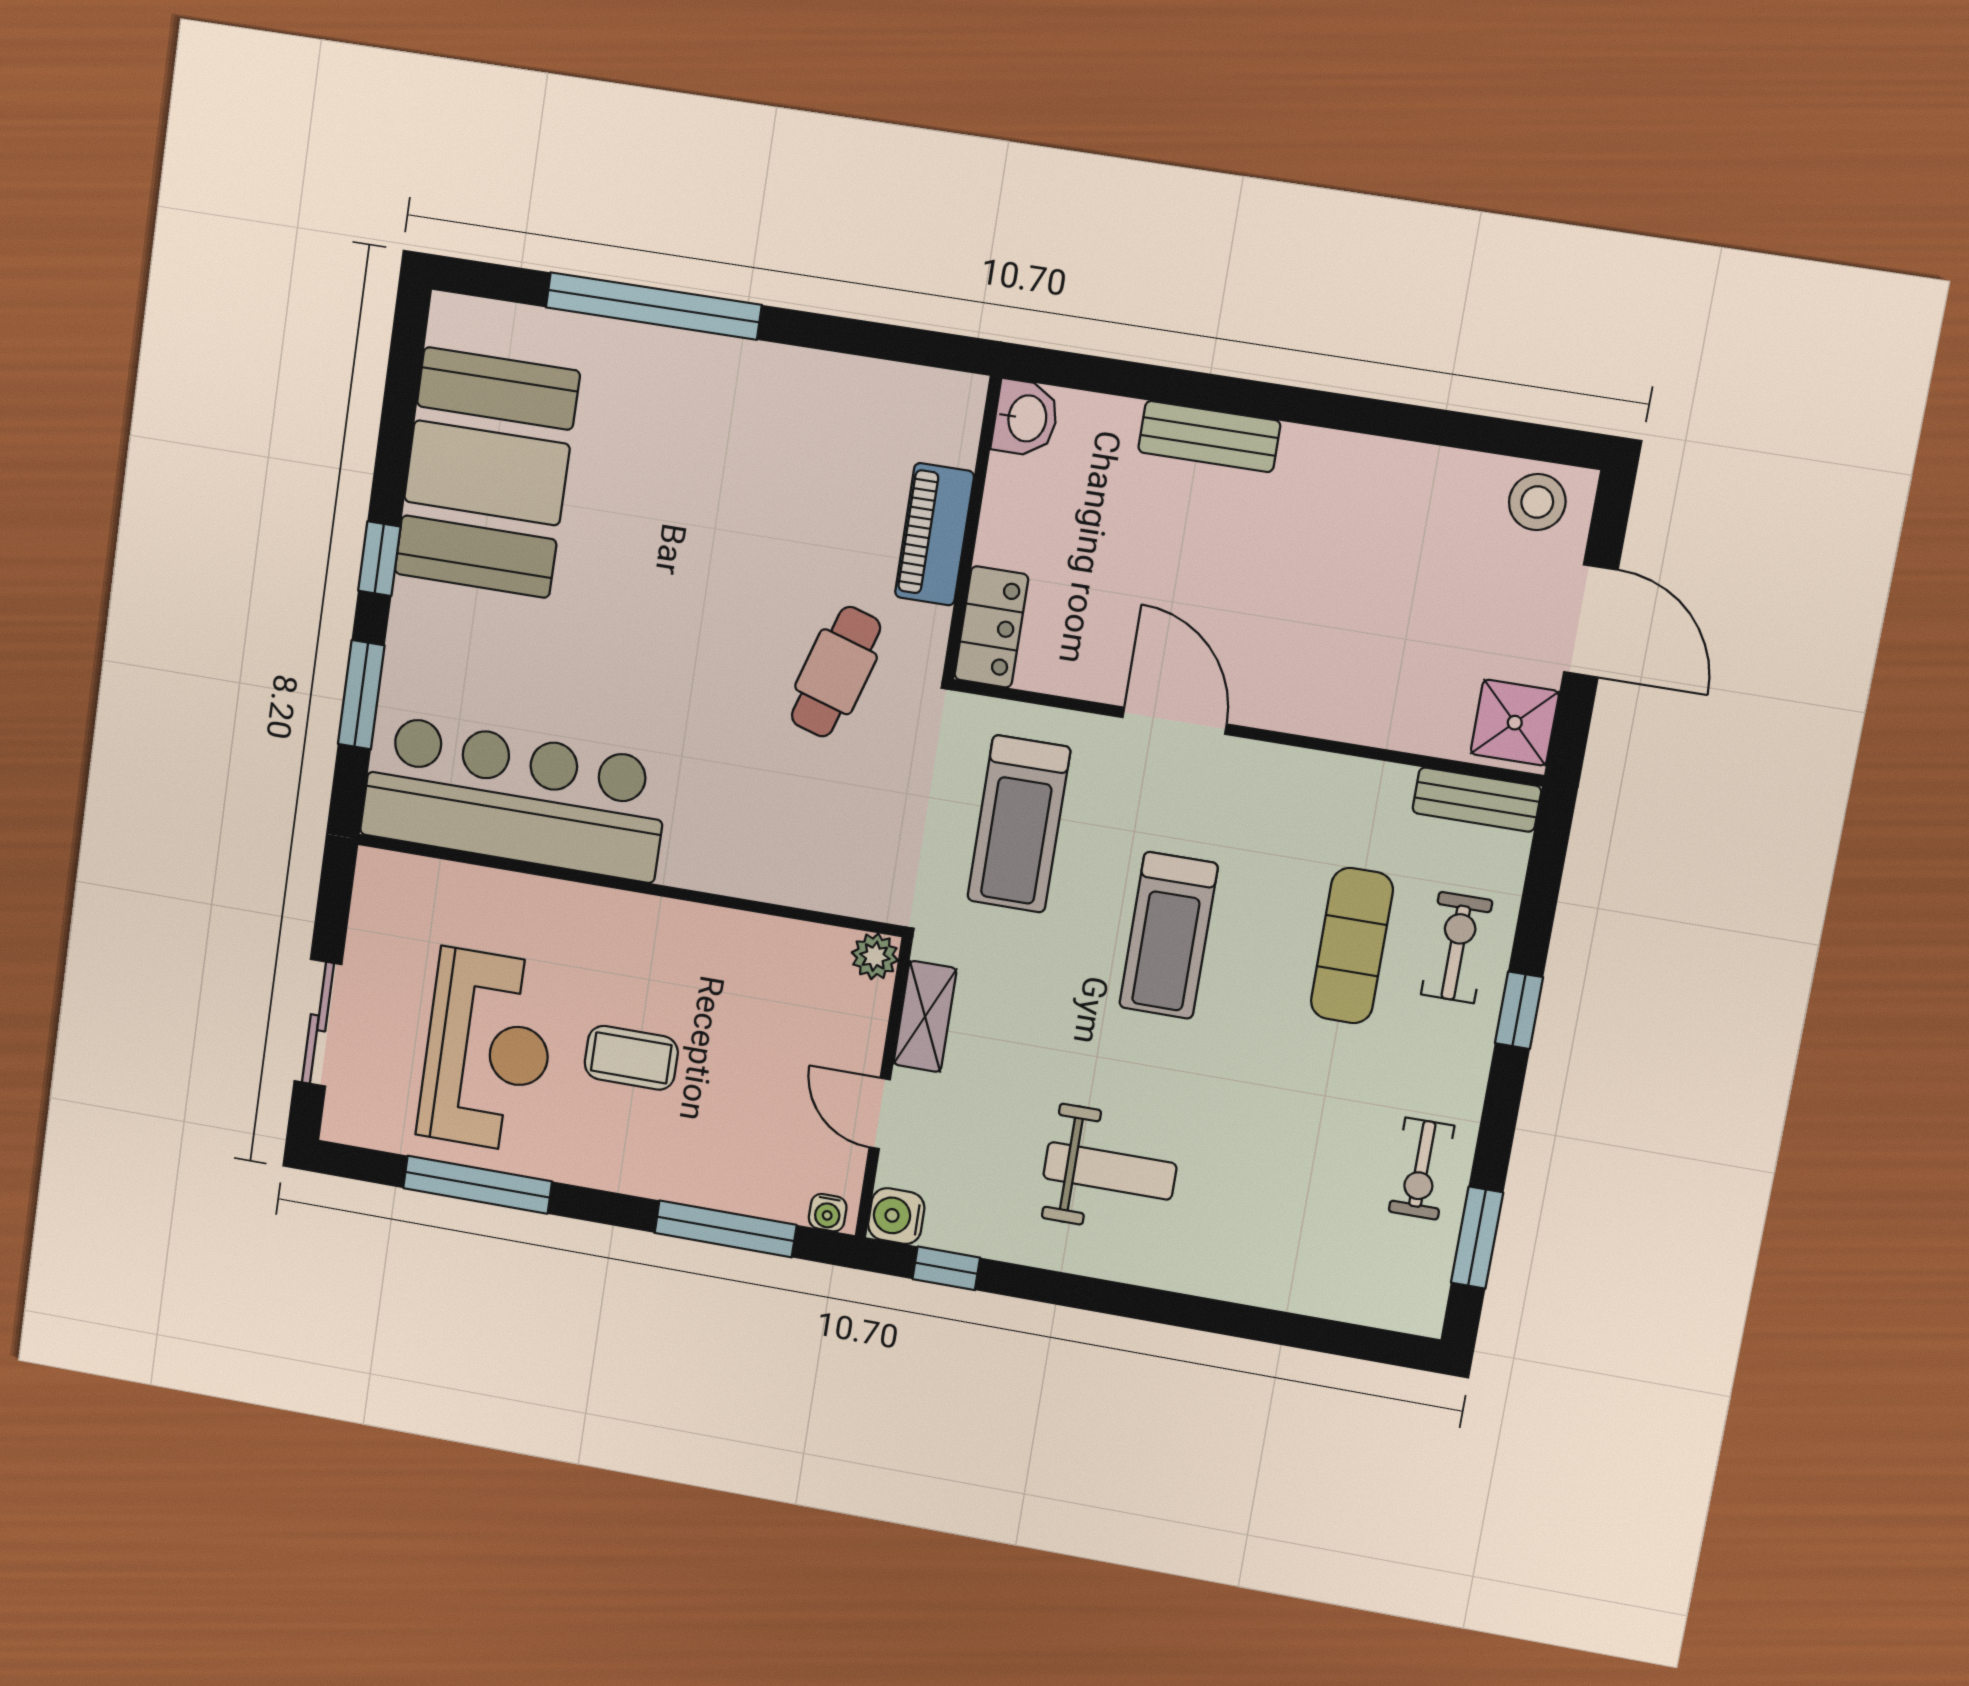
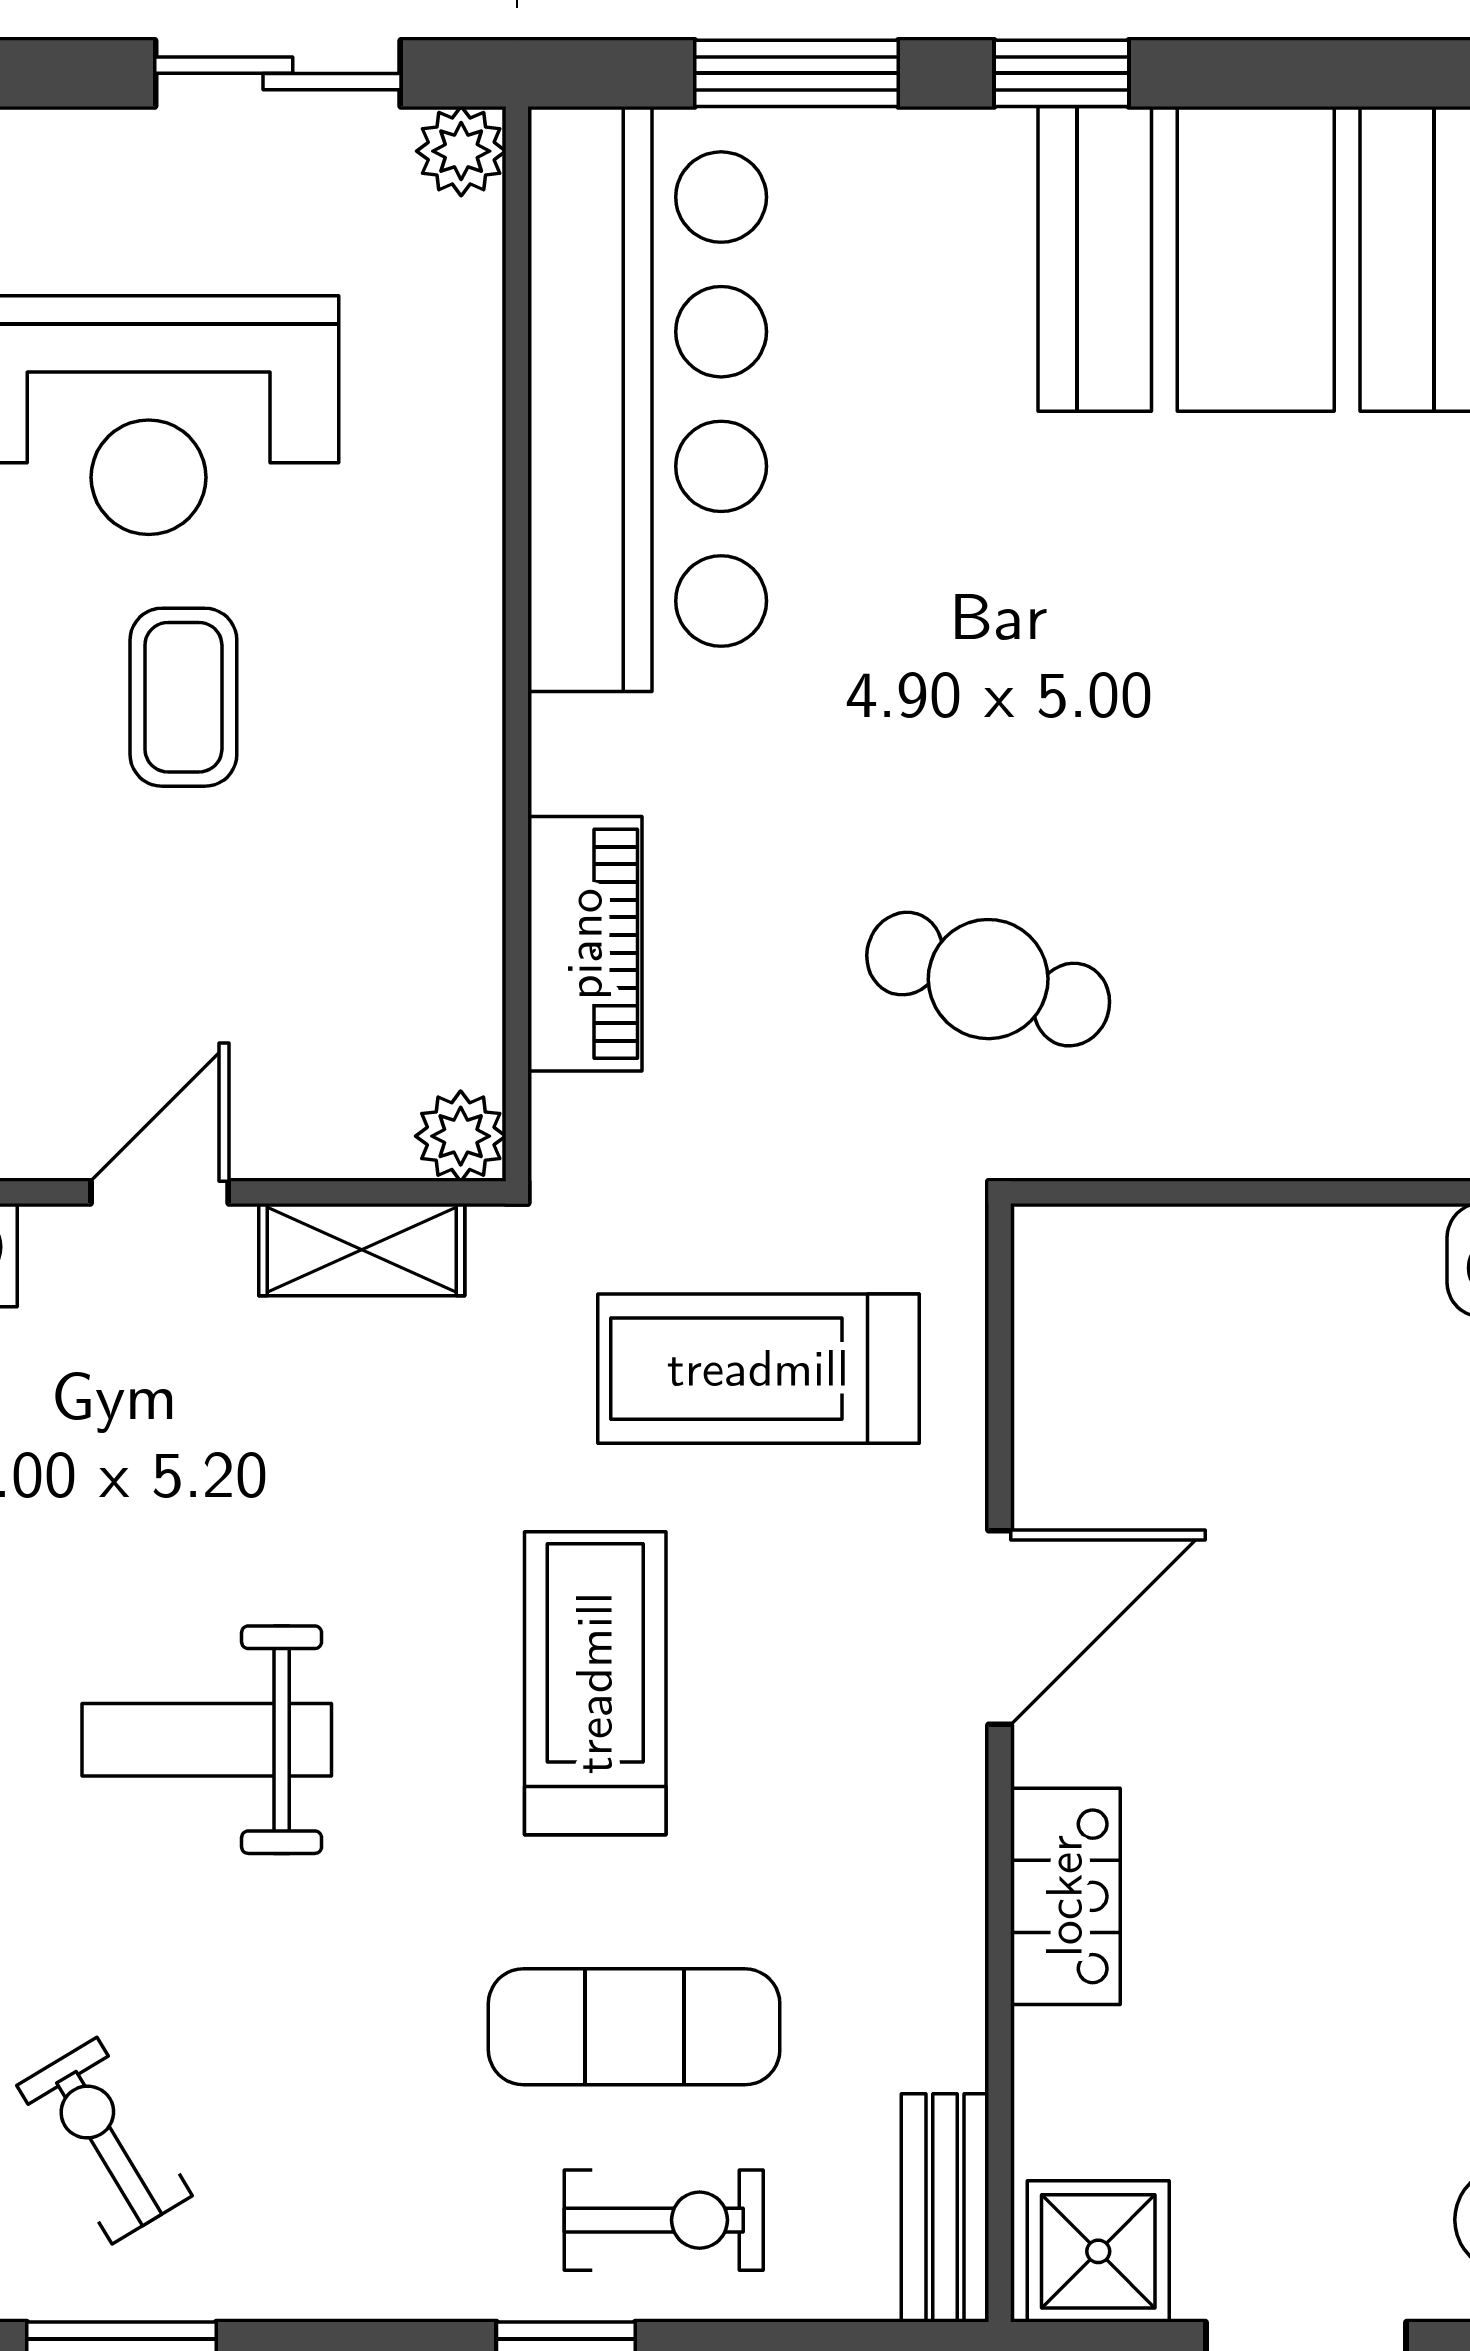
piano: (934, 534) -> (585, 944), moved, turned 90
locker: (991, 627) -> (1065, 1896), moved, turned -90
plant: (378, 871) -> (461, 151), added
treadmill: (1168, 935) -> (595, 1683), turned 90
sliding door: (318, 1023) -> (278, 73), moved
exercise bike: (1421, 1169) -> (105, 2141), moved, turned 59
weight bench: (1110, 1171) -> (207, 1740), moved, turned 90

